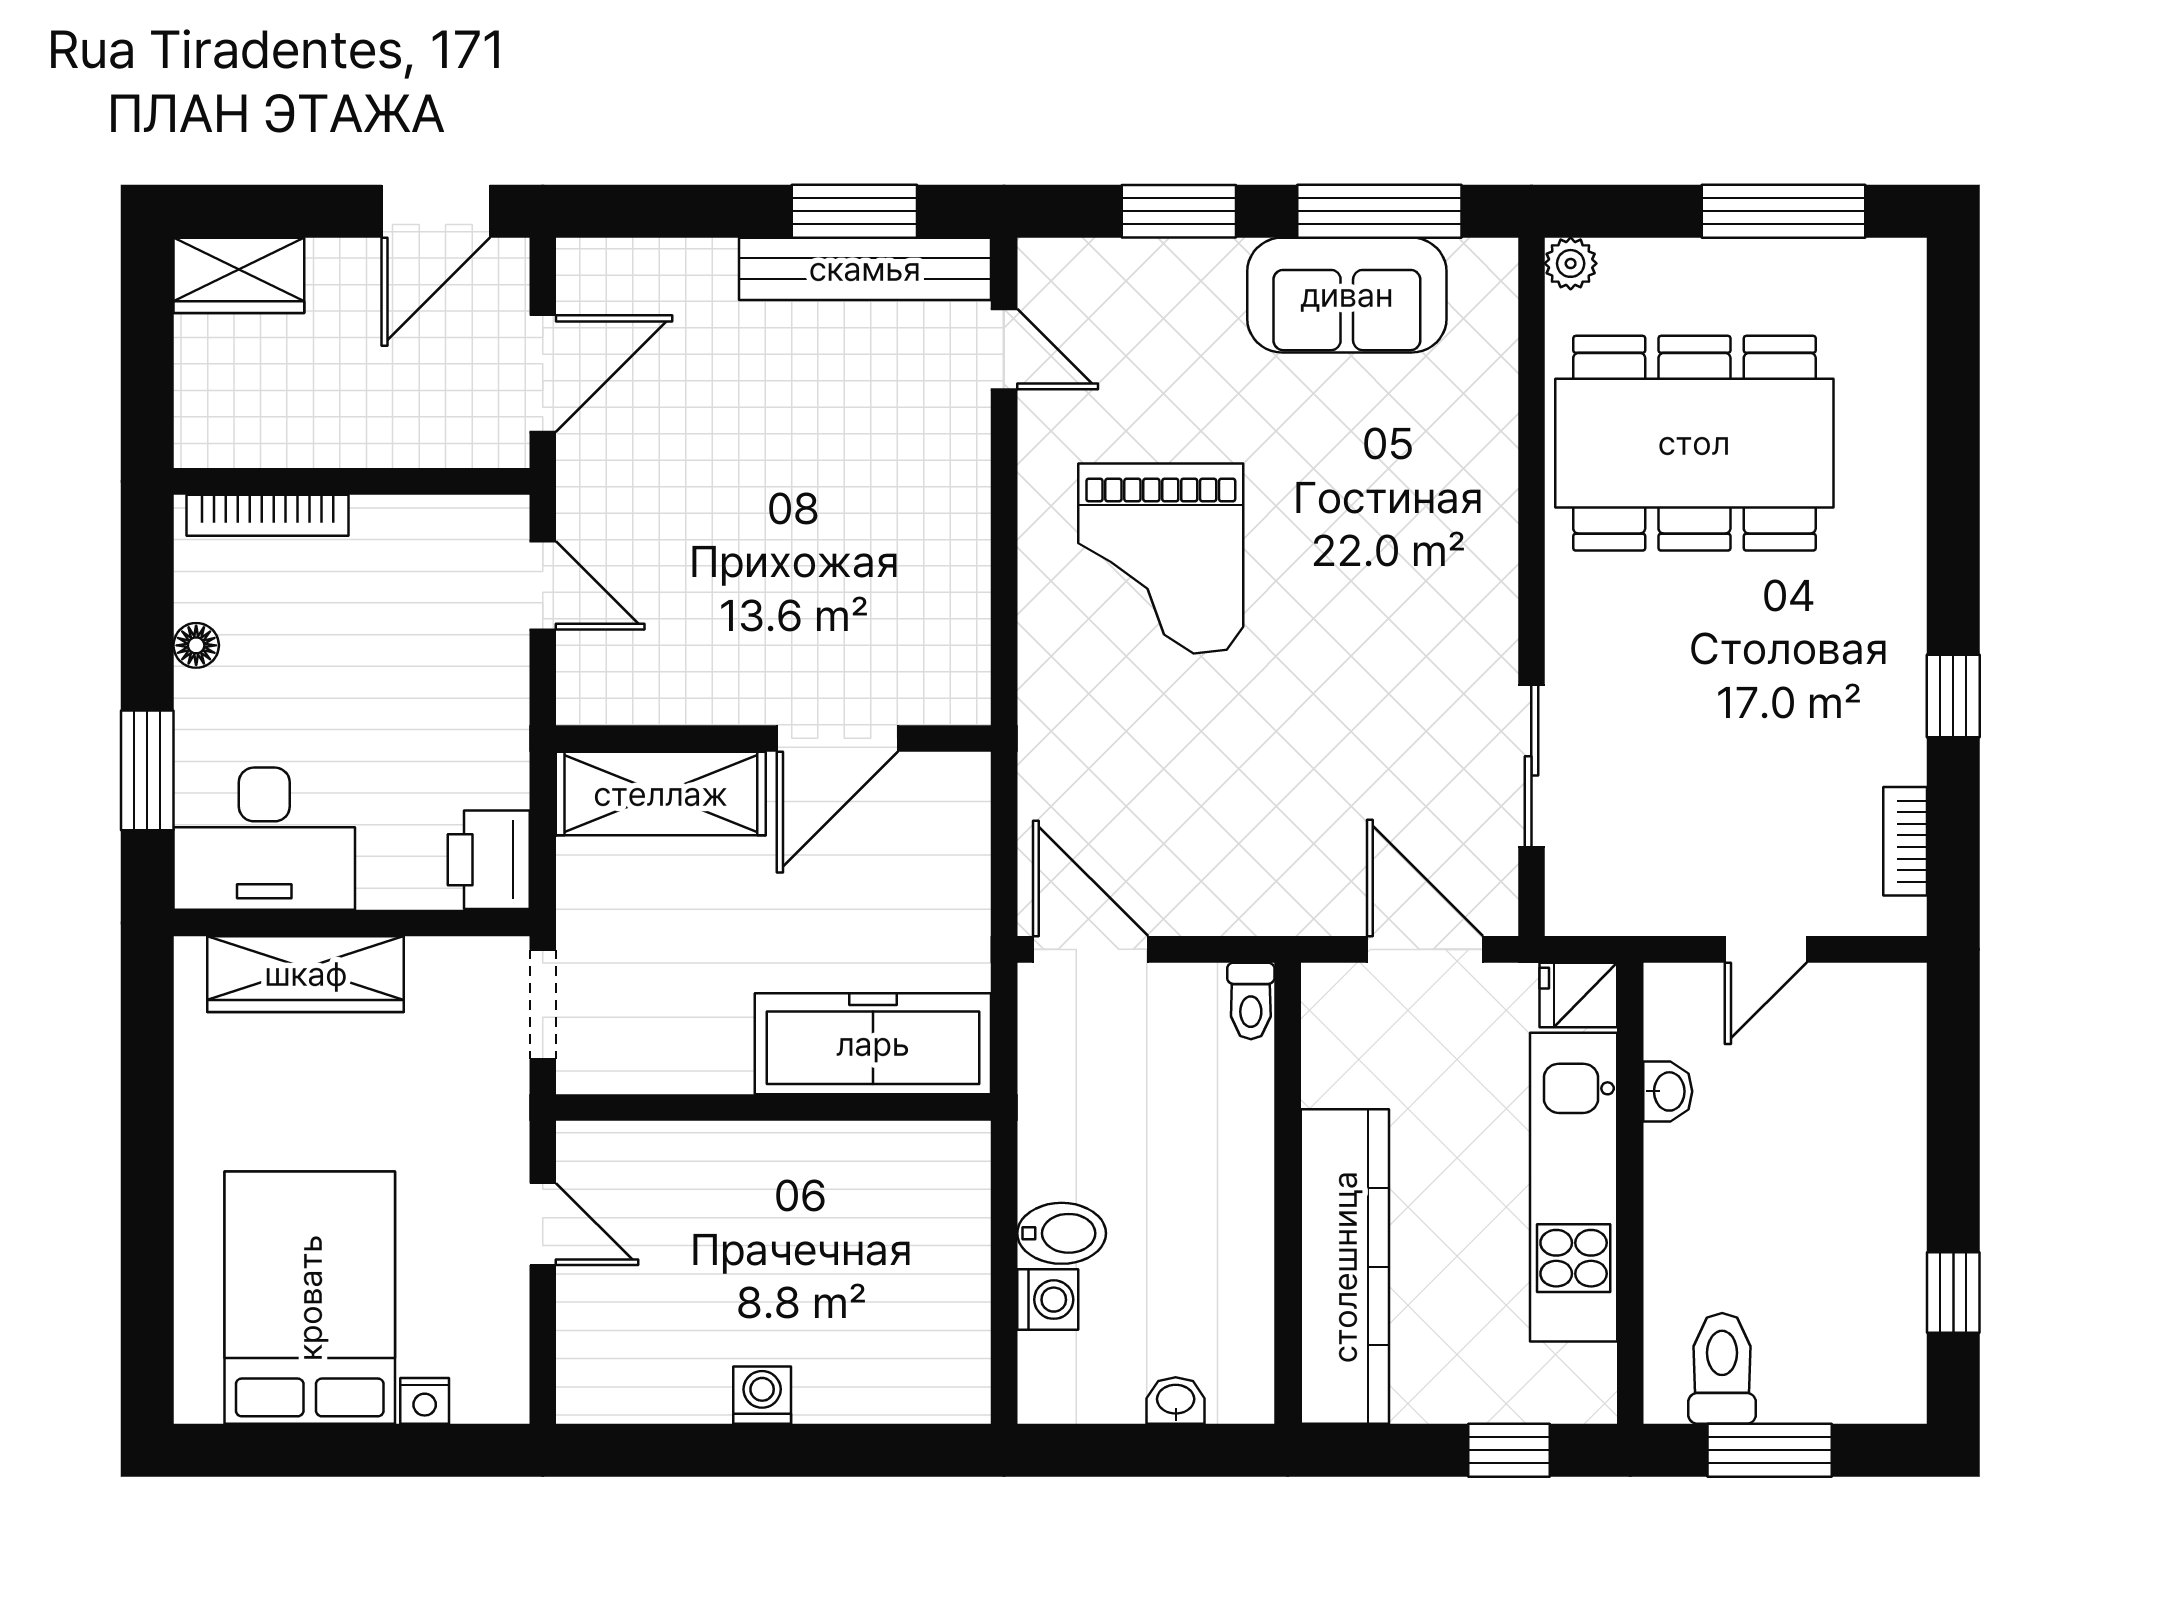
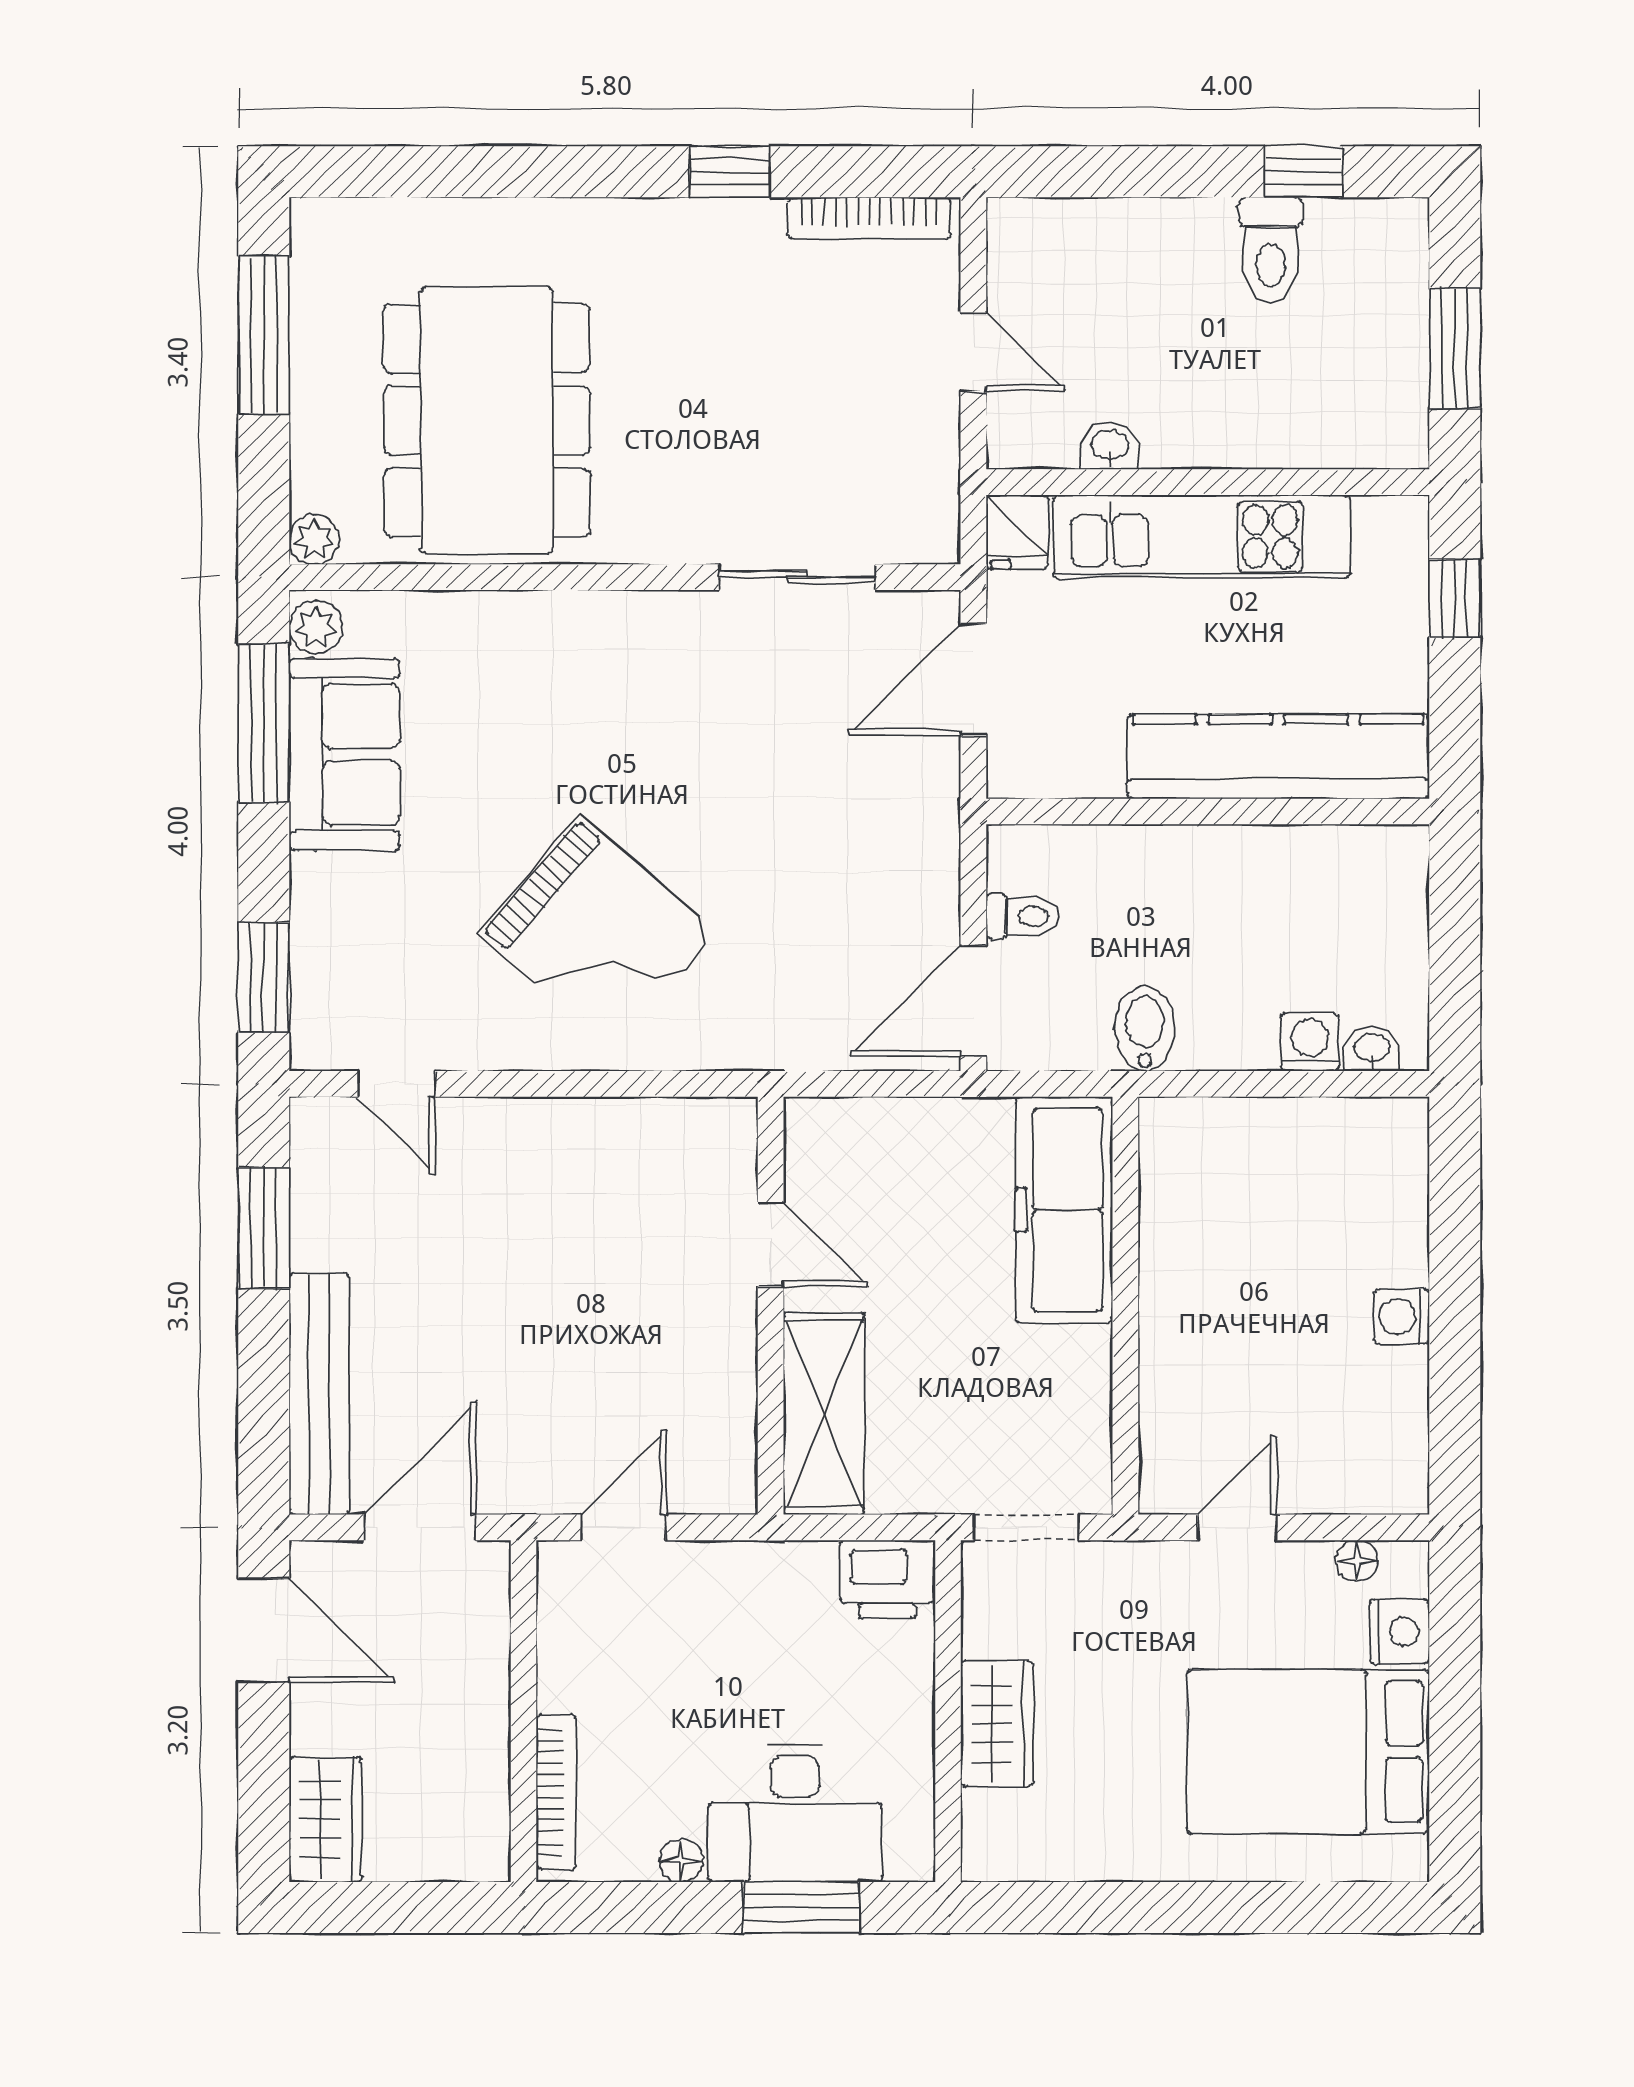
window: (1179, 211) -> (264, 977), moved
plant: (1479, 265) -> (316, 627), added
bench: (865, 269) -> (319, 1394), moved
door: (1004, 349) -> (396, 1084), swing flipped
door: (543, 374) -> (420, 1527), hinge flipped
grand piano: (1161, 558) -> (598, 933), turned 41
door: (837, 738) -> (771, 1244), width x0.73
desk: (264, 839) -> (795, 1814), moved, turned 90
bookcase: (1905, 841) -> (869, 218), width x1.56
wardrobe: (306, 974) -> (997, 1724), width x0.67
toilet: (1251, 1001) -> (1023, 916), moved
bidet: (1062, 1233) -> (1145, 1029), moved
floor lamp: (508, 1348) -> (1357, 1561), added
toilet: (1722, 1368) -> (1271, 250), moved, turned -90
nightstand: (425, 1401) -> (1400, 1632), width x1.39, depth x1.35
washbasin: (1176, 1401) -> (1372, 1049), moved, turned 90

